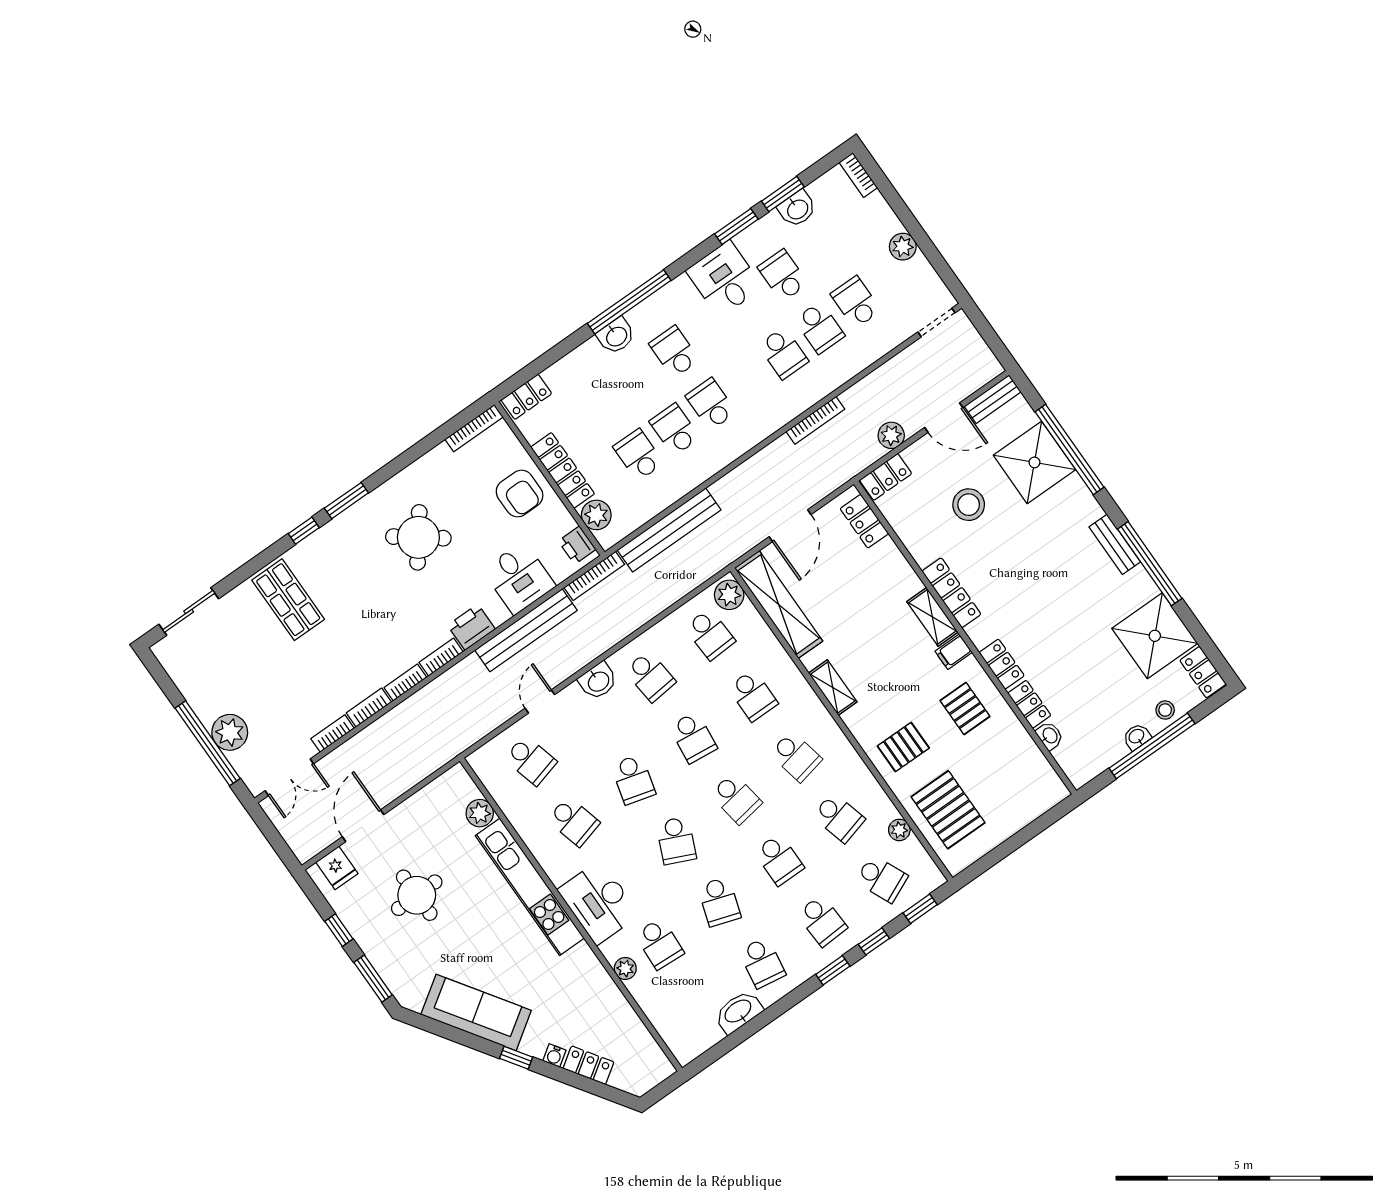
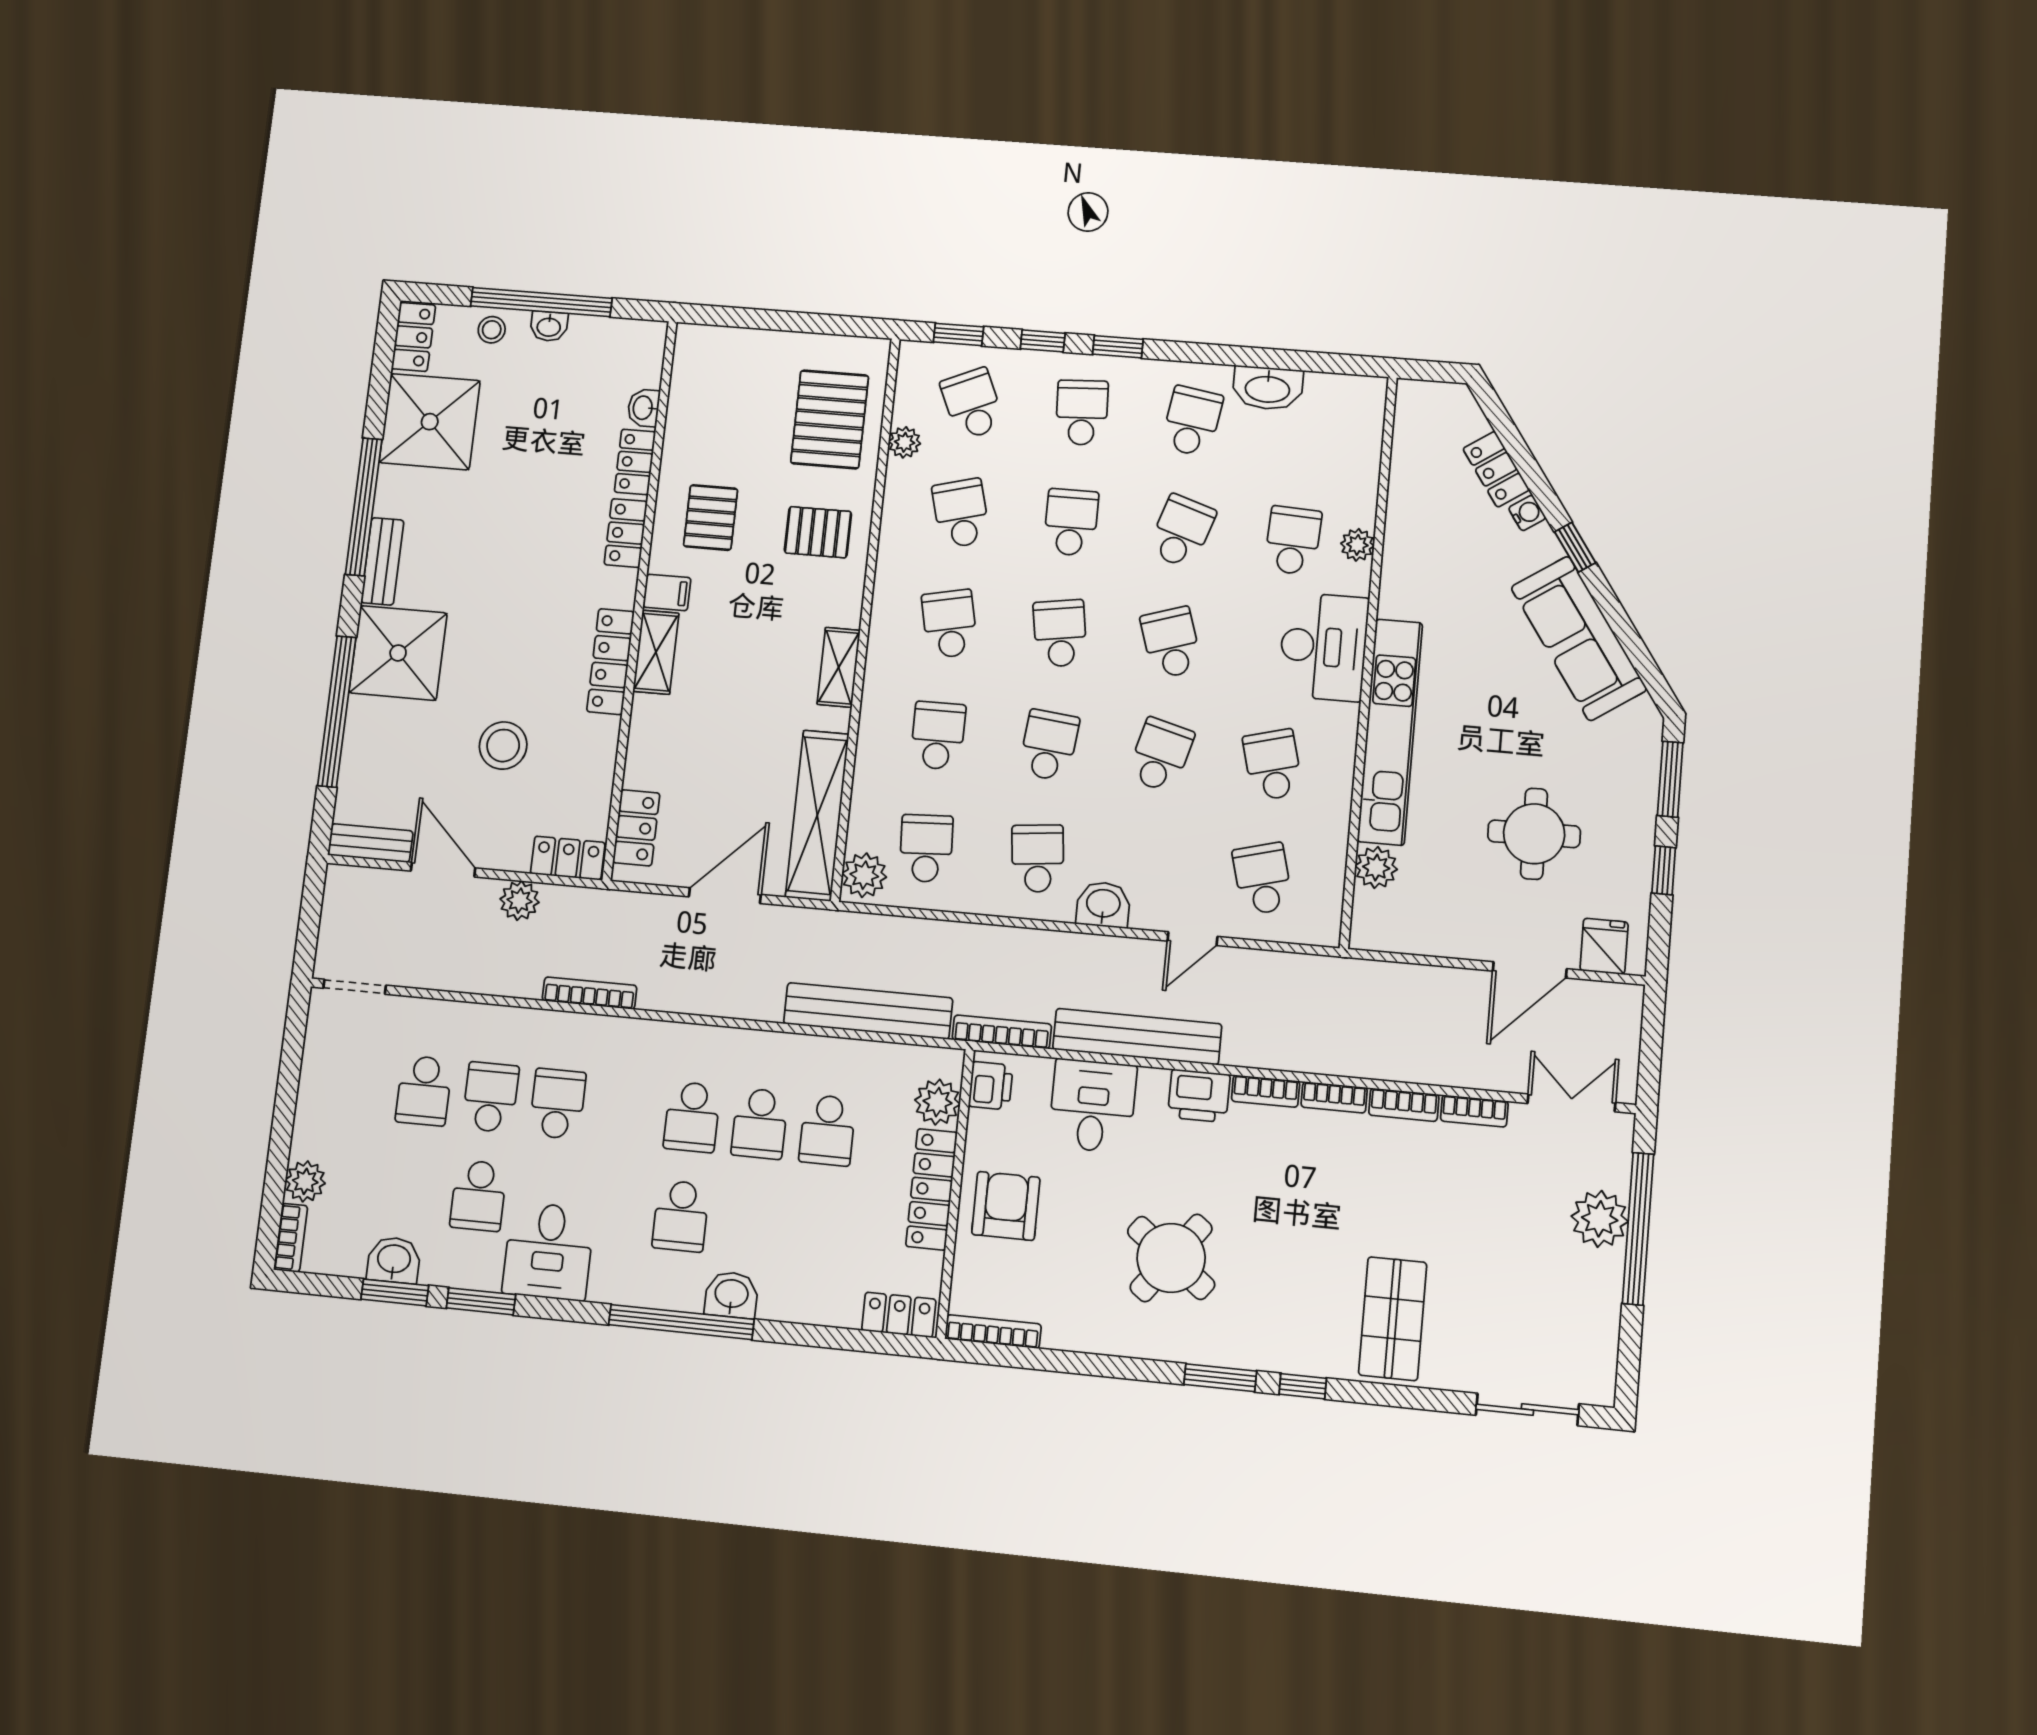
plant: (903, 247) -> (305, 1181), moved
shower: (1034, 462) -> (398, 653), moved
school desk: (676, 841) -> (1171, 643), turned -42

